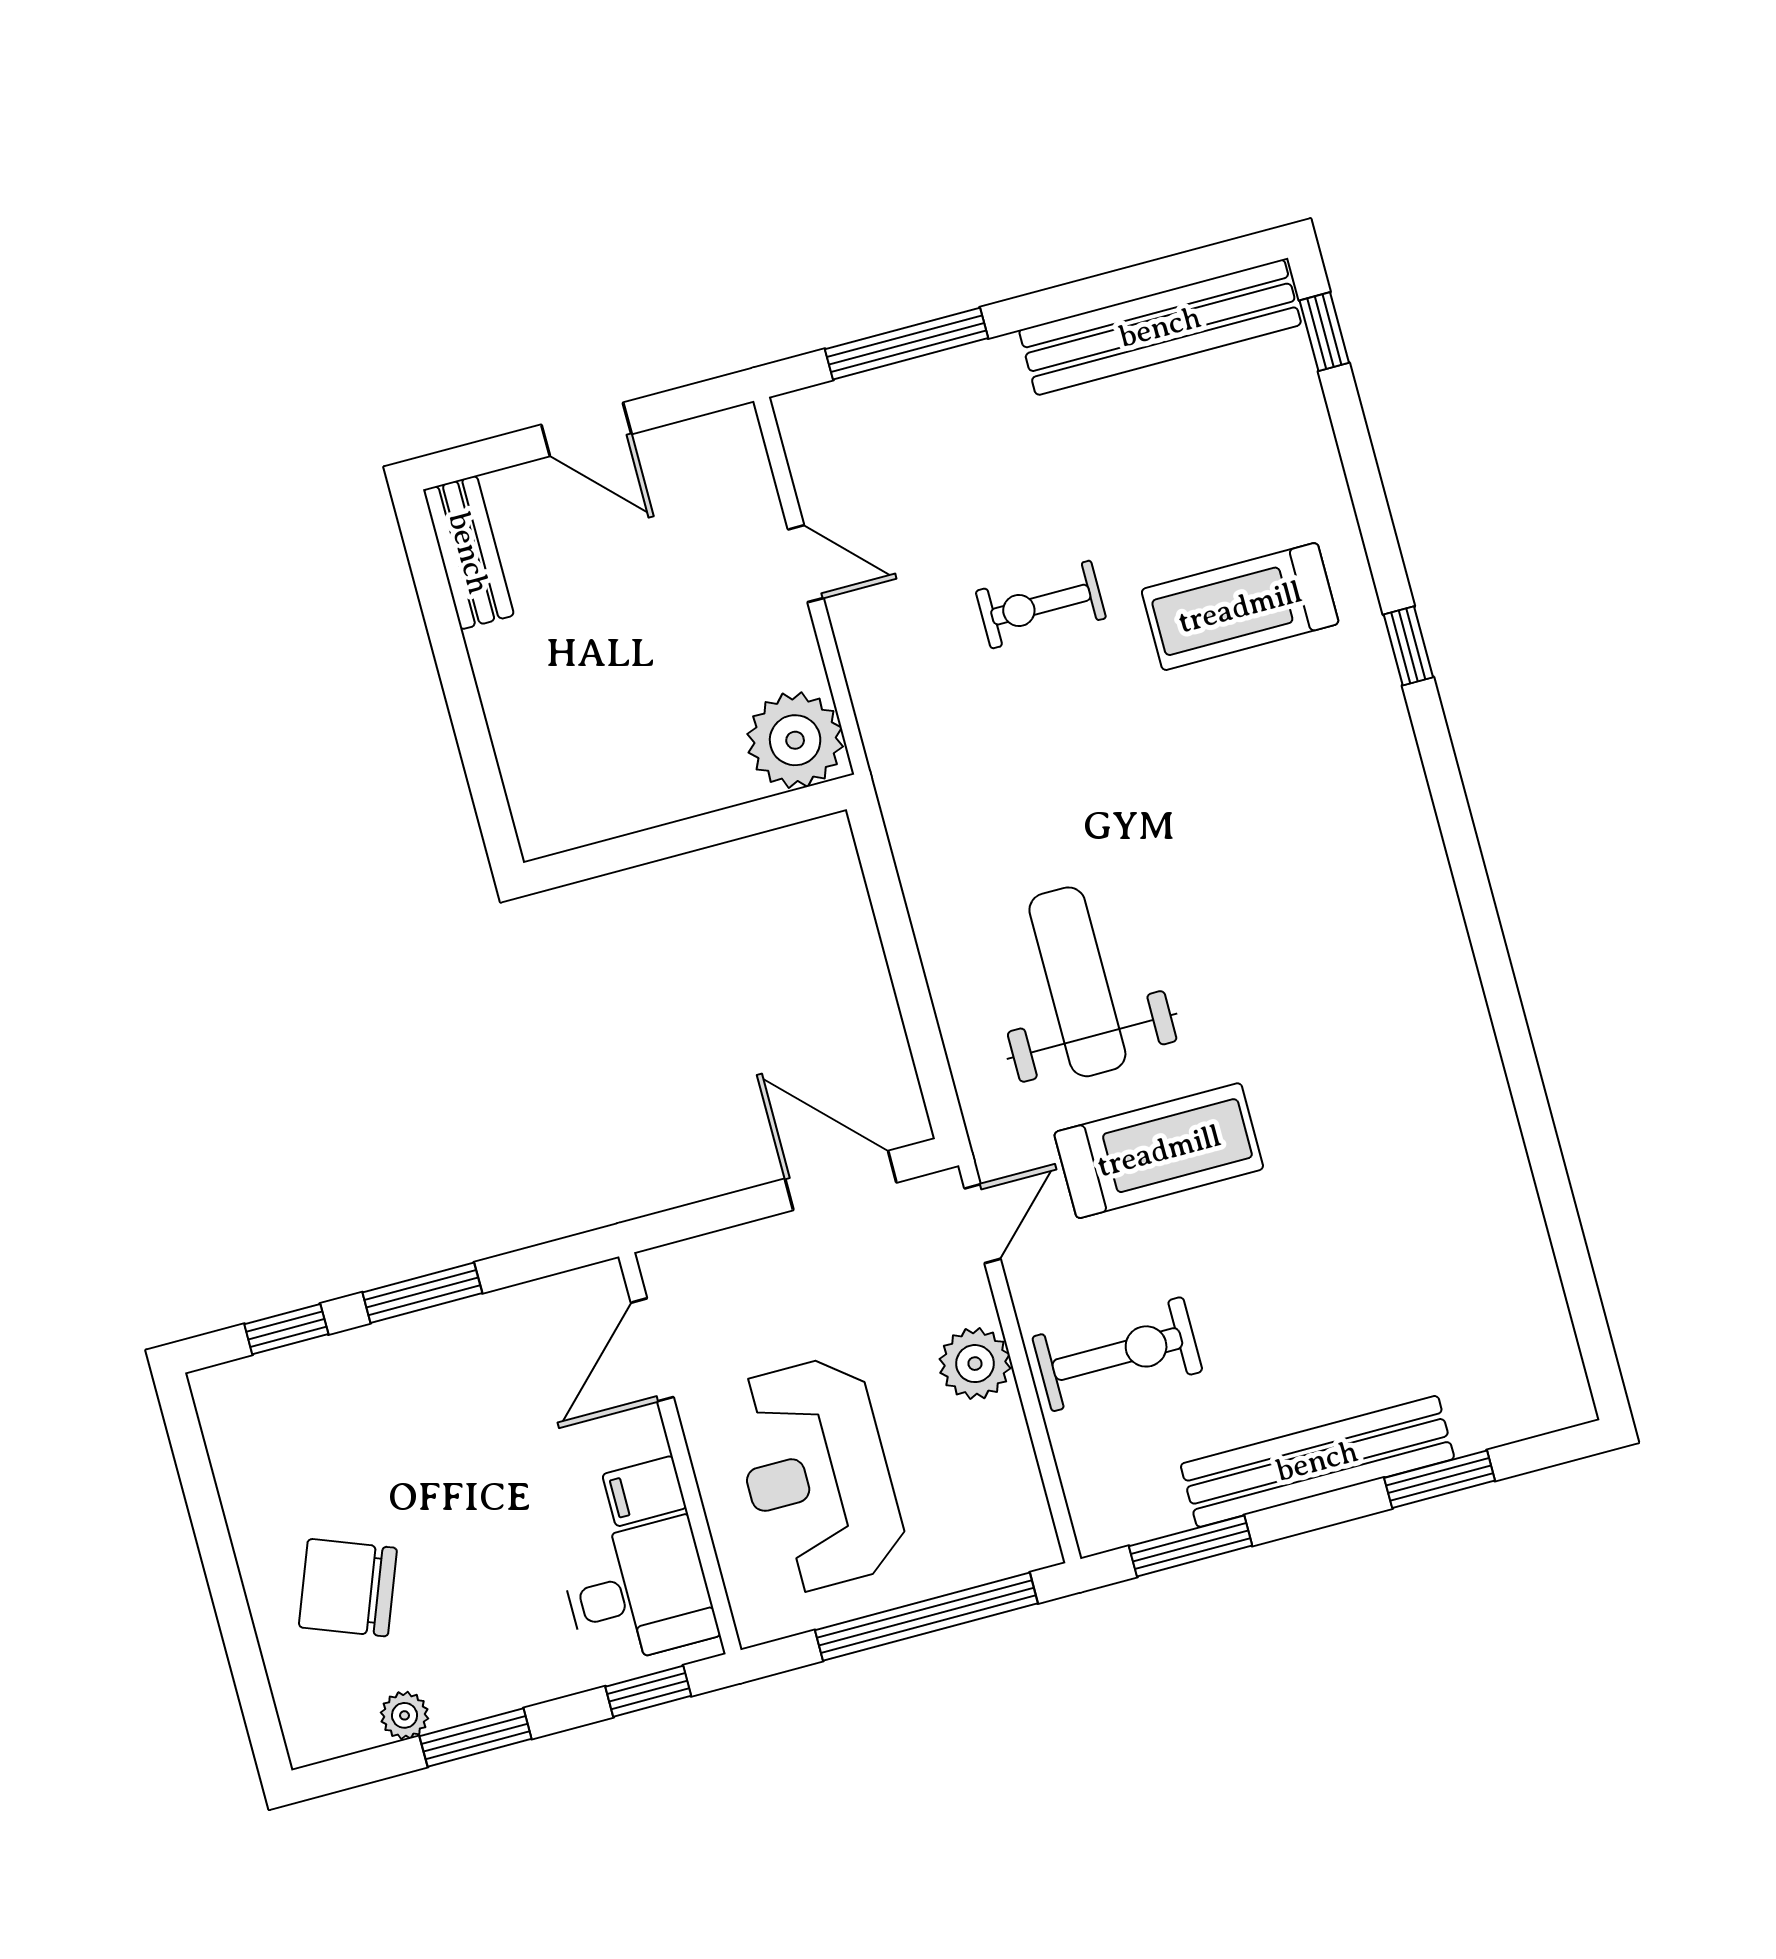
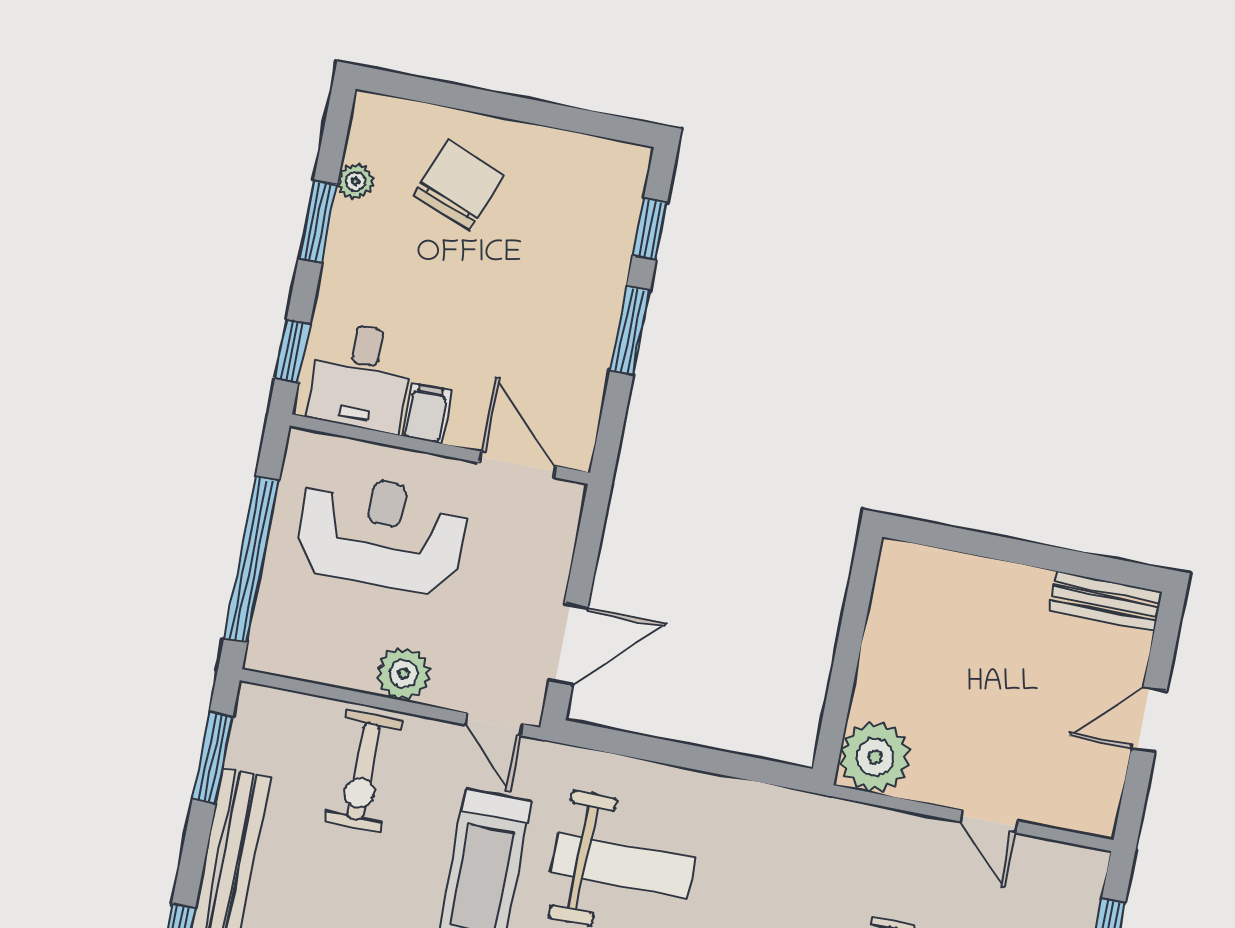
door: (806, 564) -> (989, 821), hinge flipped

